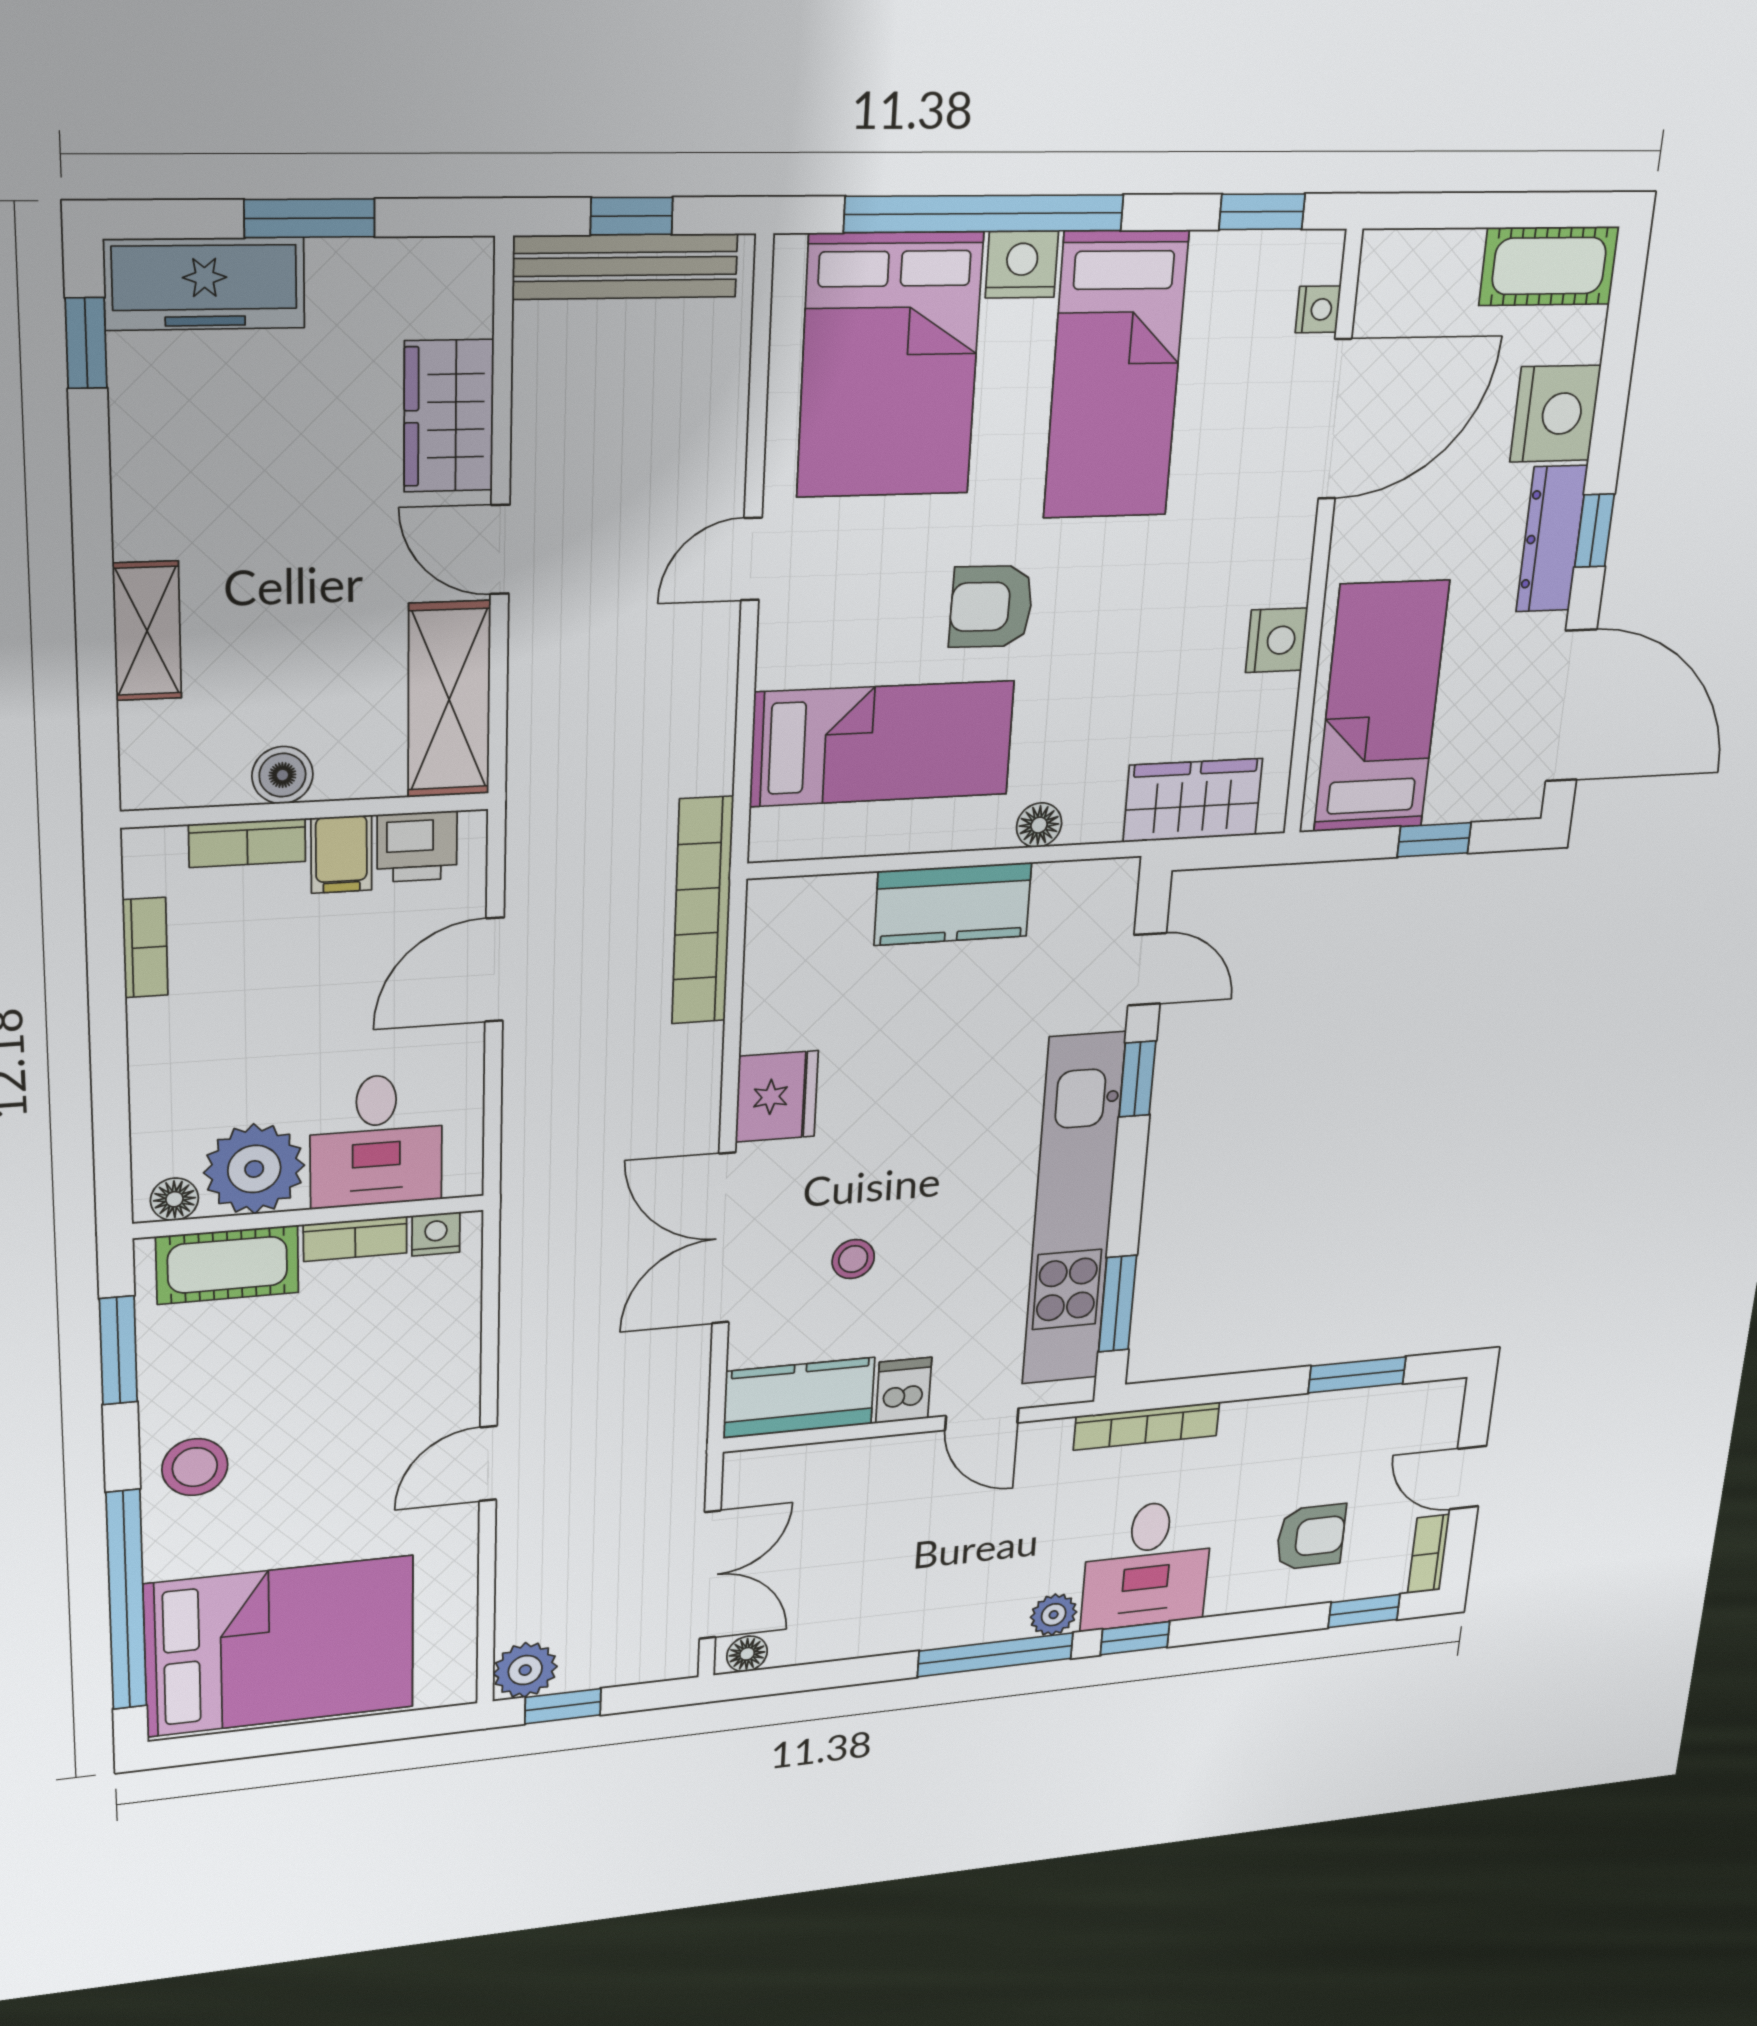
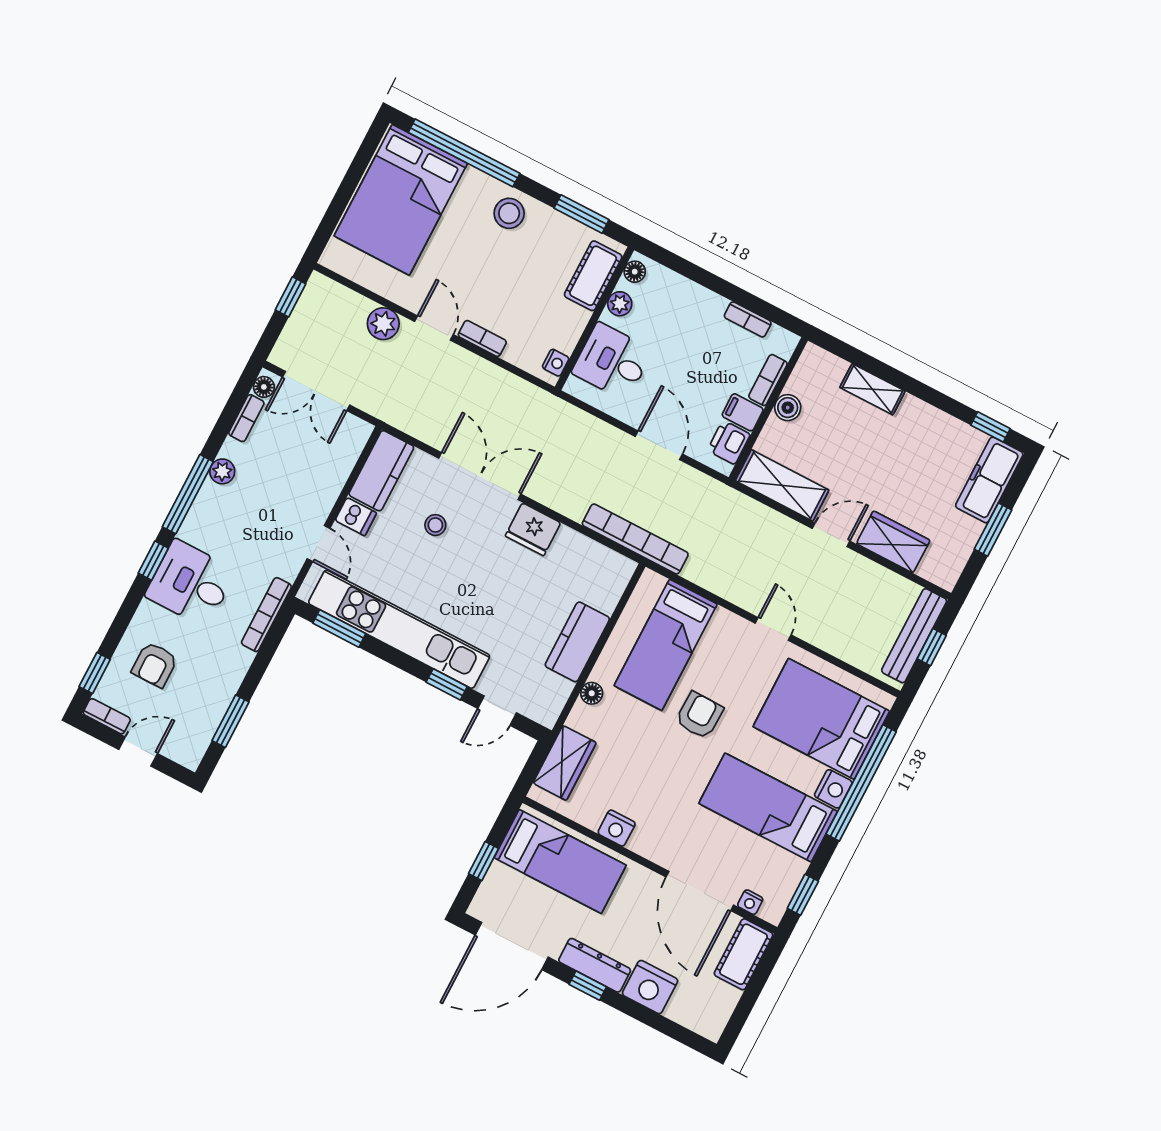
cot: (1549, 266) -> (744, 954), moved
plant: (254, 1169) -> (620, 304), width x0.53, depth x0.53
bookcase: (355, 1239) -> (482, 339), moved, turned 90
door: (982, 1419) -> (318, 544), swing flipped
plant: (1054, 1615) -> (222, 471), moved
bookcase: (817, 1648) -> (246, 418), added
plant: (525, 1670) -> (383, 324), moved

